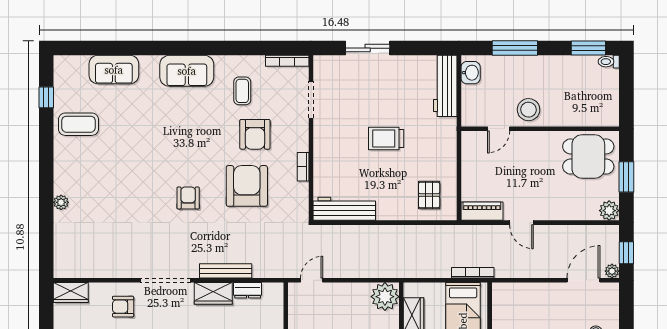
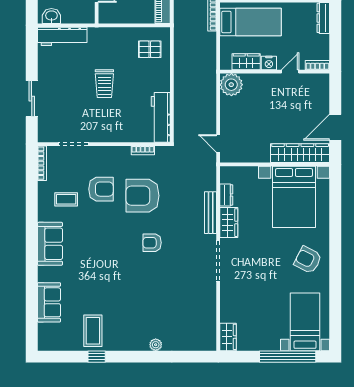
window: (46, 97) -> (97, 357), moved
bookcase: (303, 167) -> (143, 150), moved
armchair: (123, 307) -> (239, 295), removed

